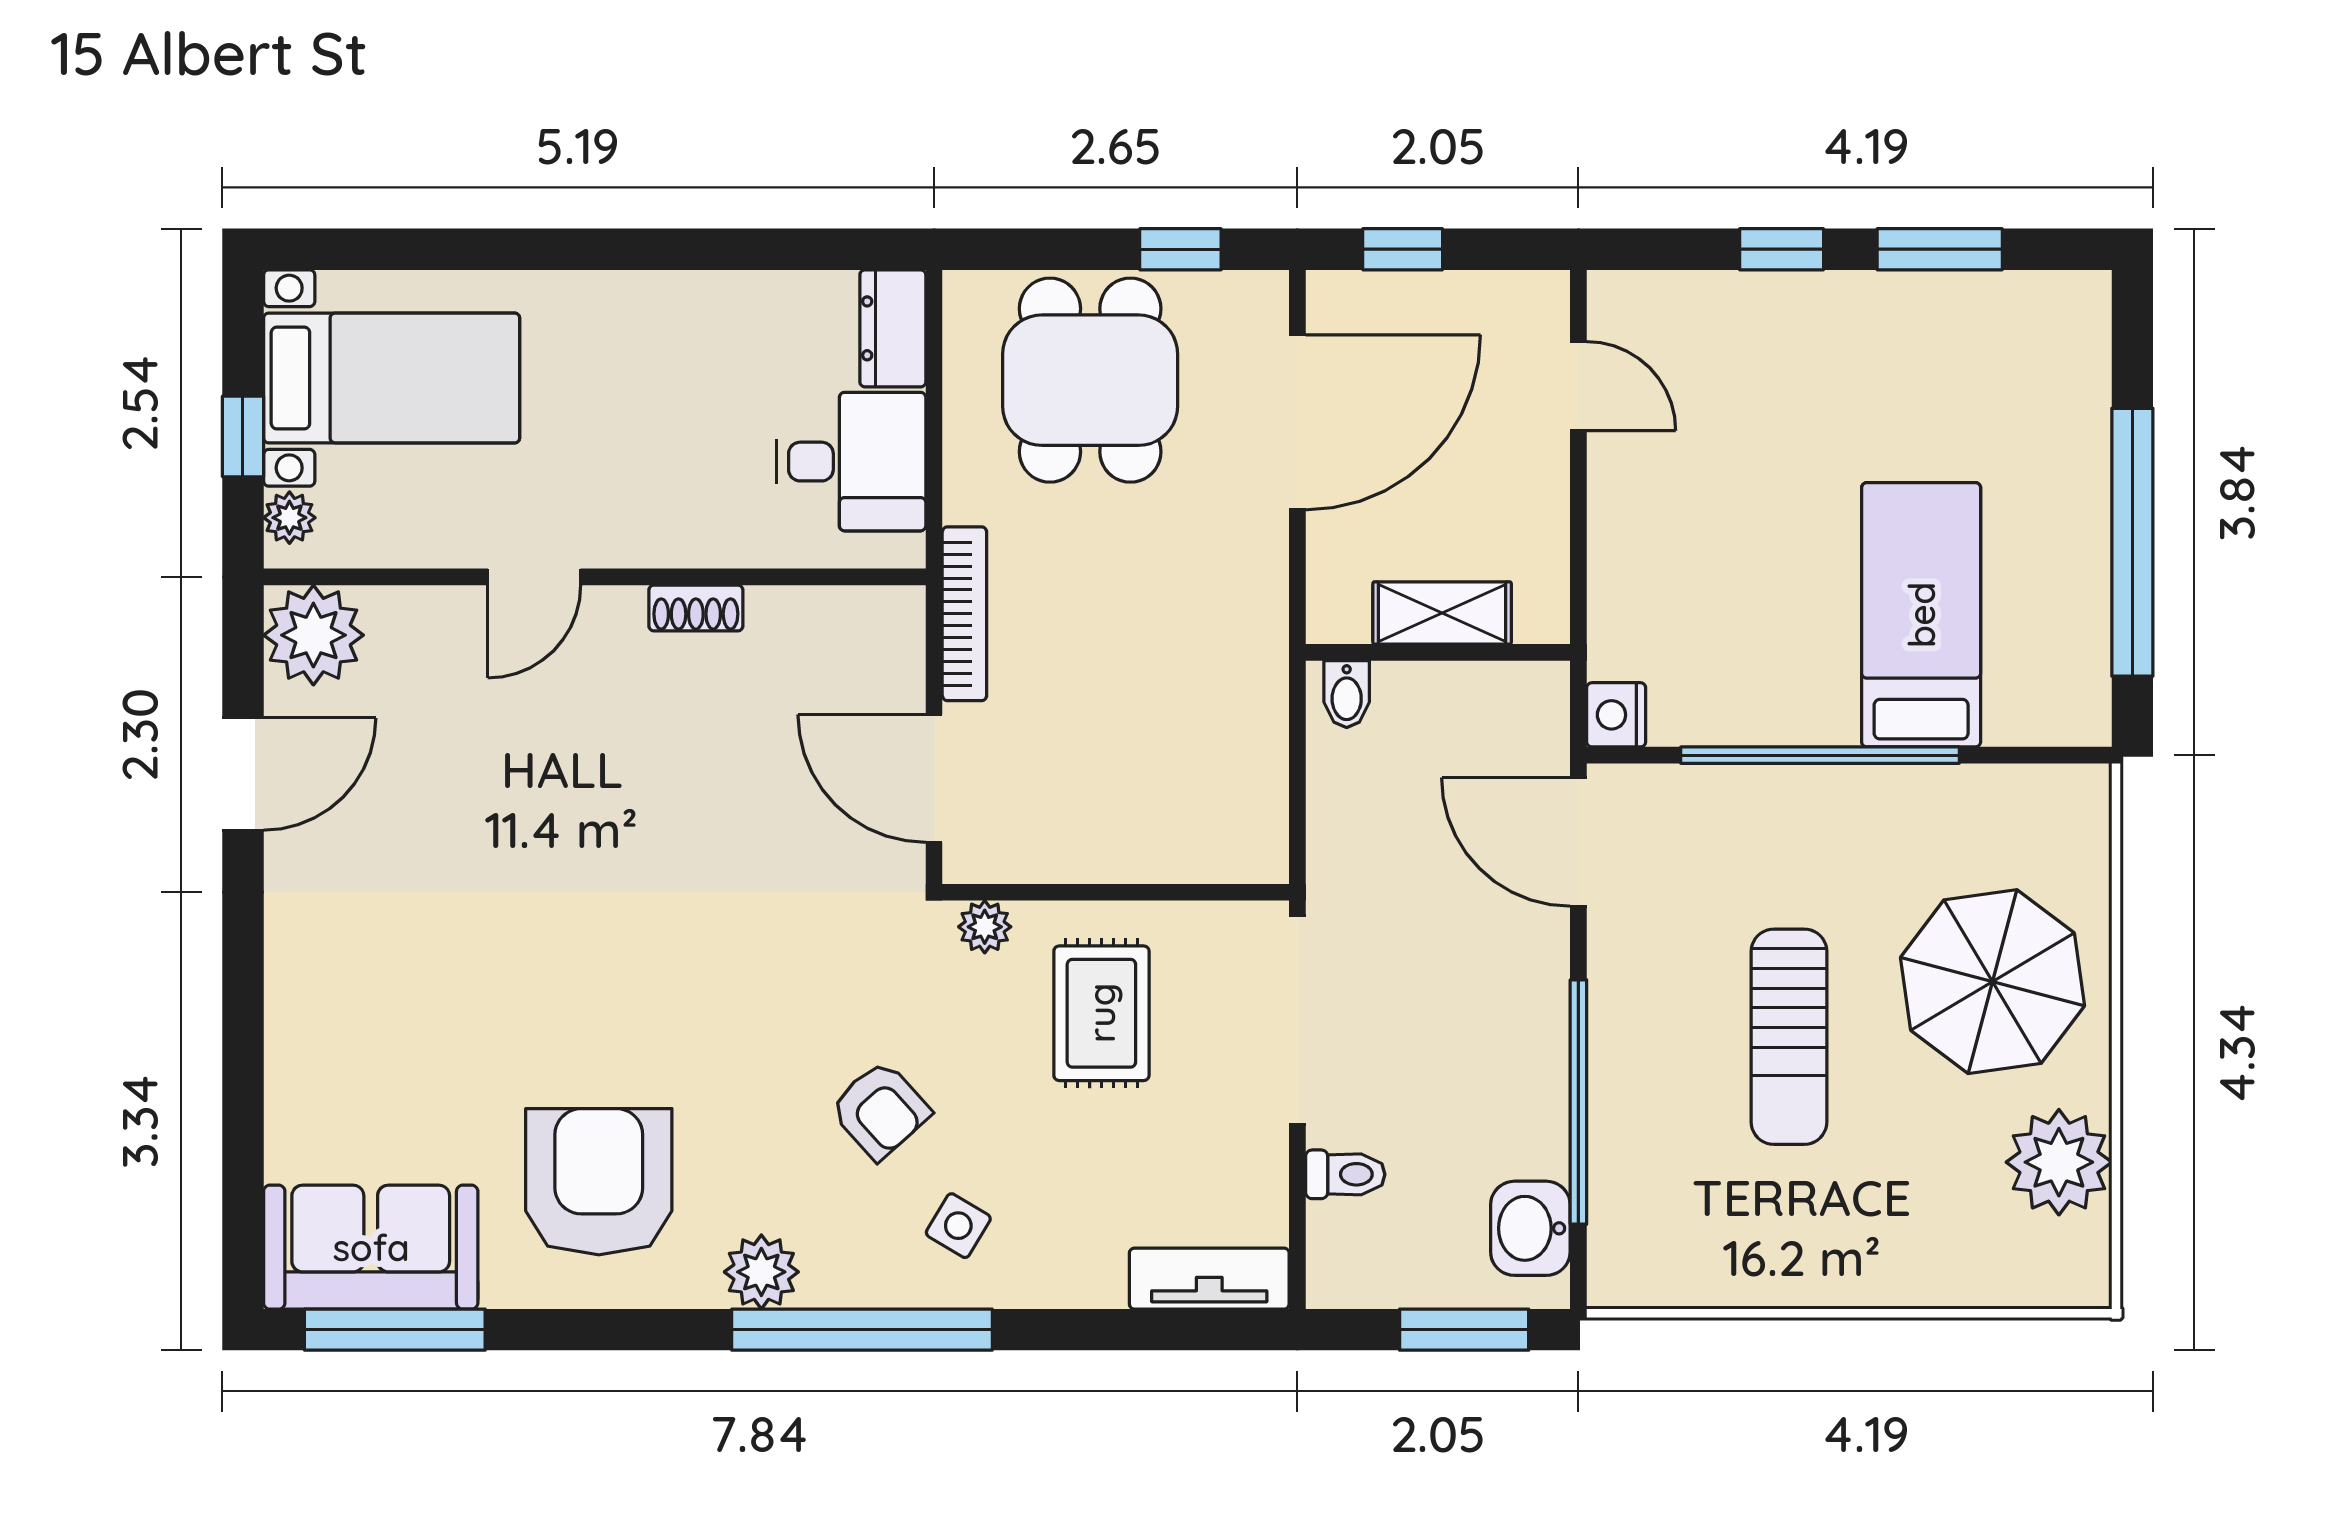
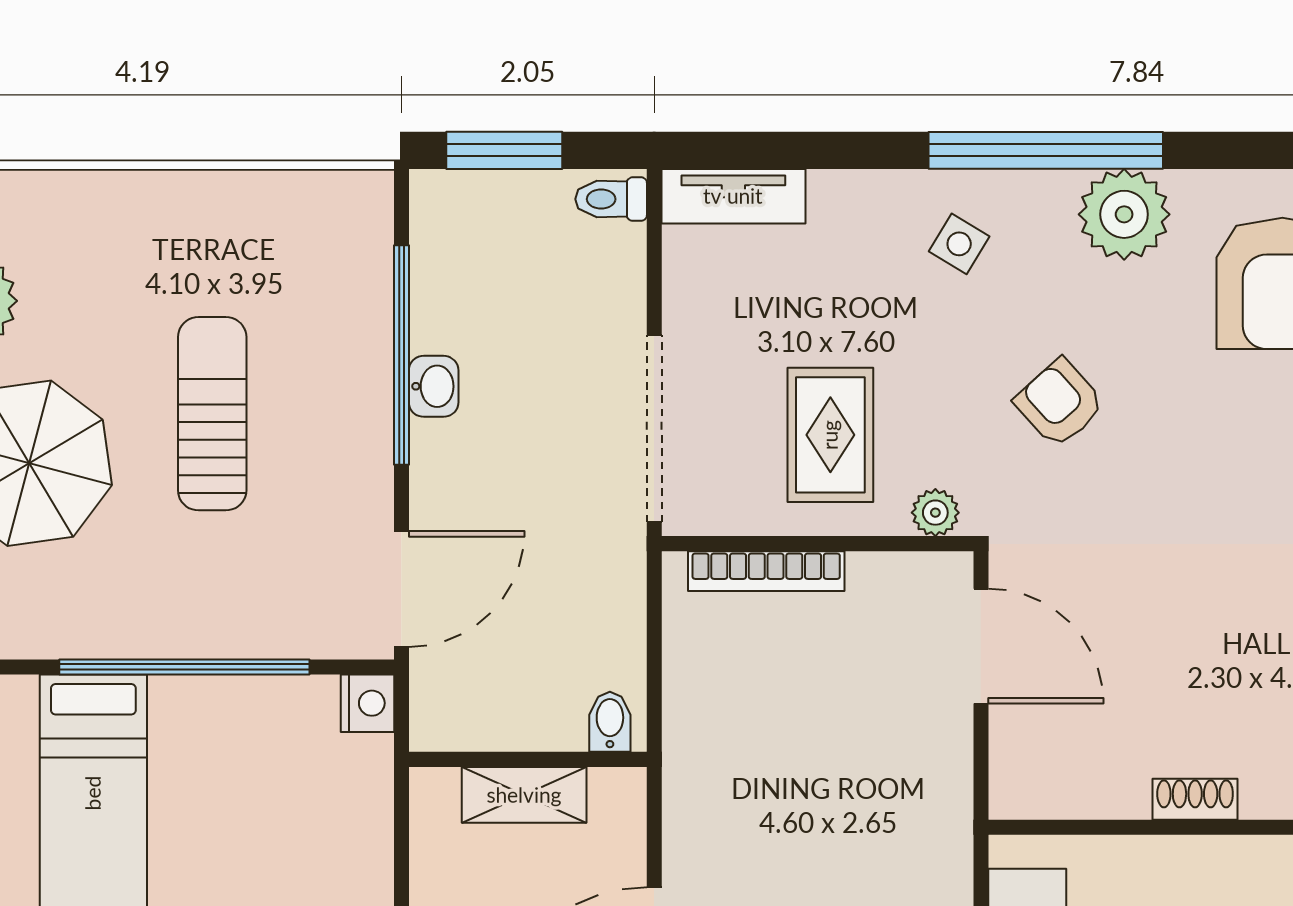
bookcase: (964, 614) -> (766, 571), moved, turned -90
door: (1578, 842) -> (401, 589), hinge flipped
armchair: (880, 1110) -> (1059, 403), moved
toilet: (1345, 1174) -> (611, 199), moved
washbasin: (1530, 1228) -> (434, 386), moved, width x0.72, depth x0.69
plant: (761, 1272) -> (1124, 214), width x1.36, depth x1.36

